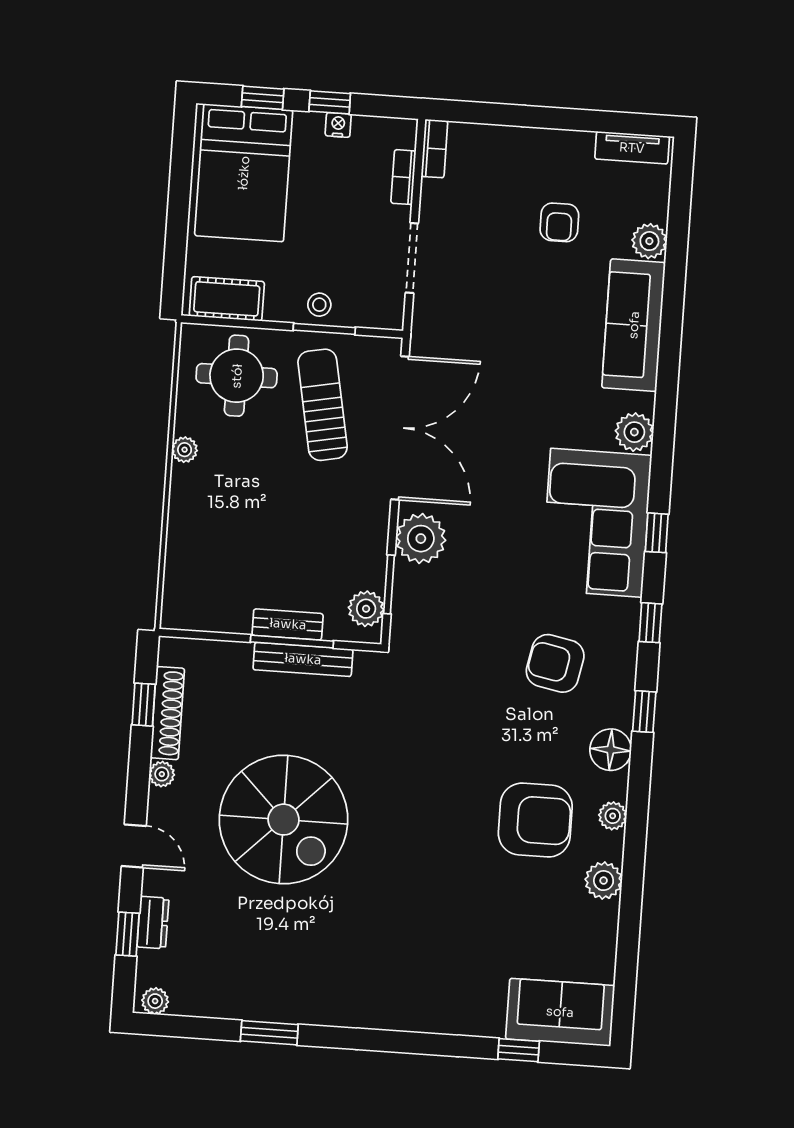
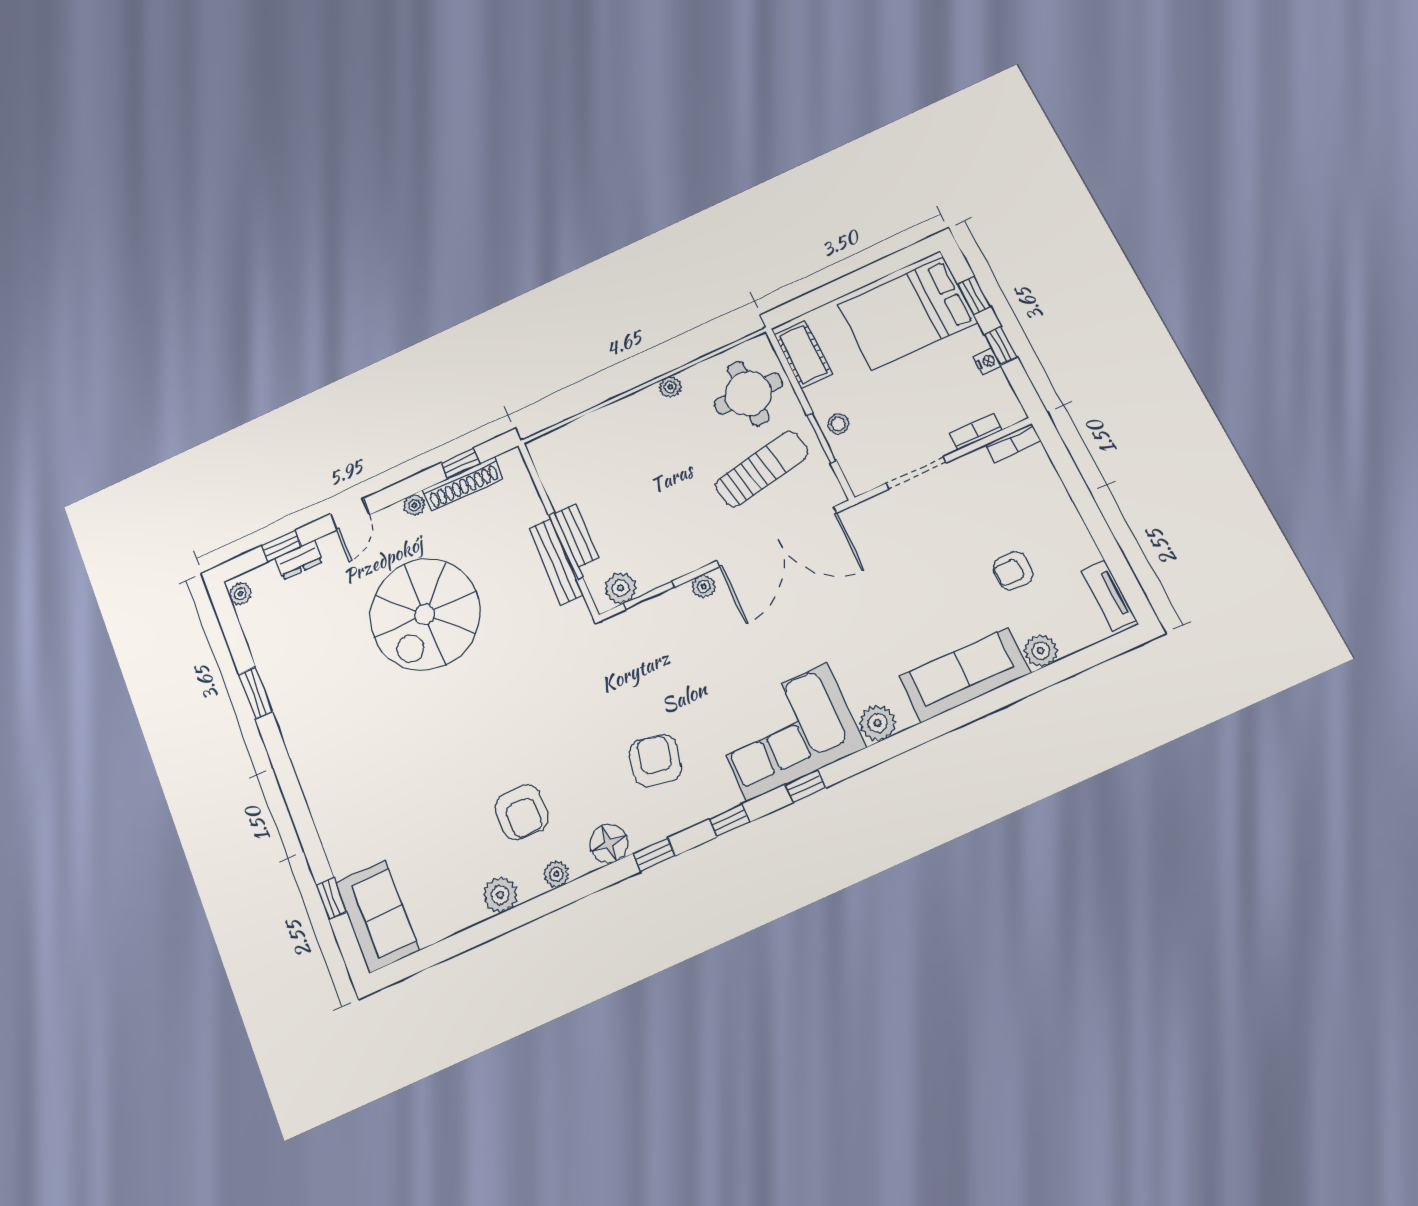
plant: (421, 539) -> (704, 586), width x0.53, depth x0.53
armchair: (535, 820) -> (522, 812), width x0.73, depth x0.73

